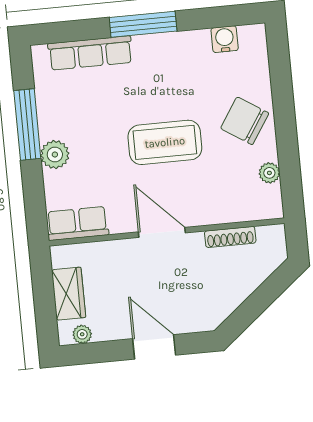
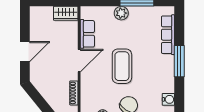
row of seats: (77, 223) -> (87, 34), moved
wardrobe: (69, 294) -> (66, 13), moved
plant: (82, 334) -> (34, 18), removed

